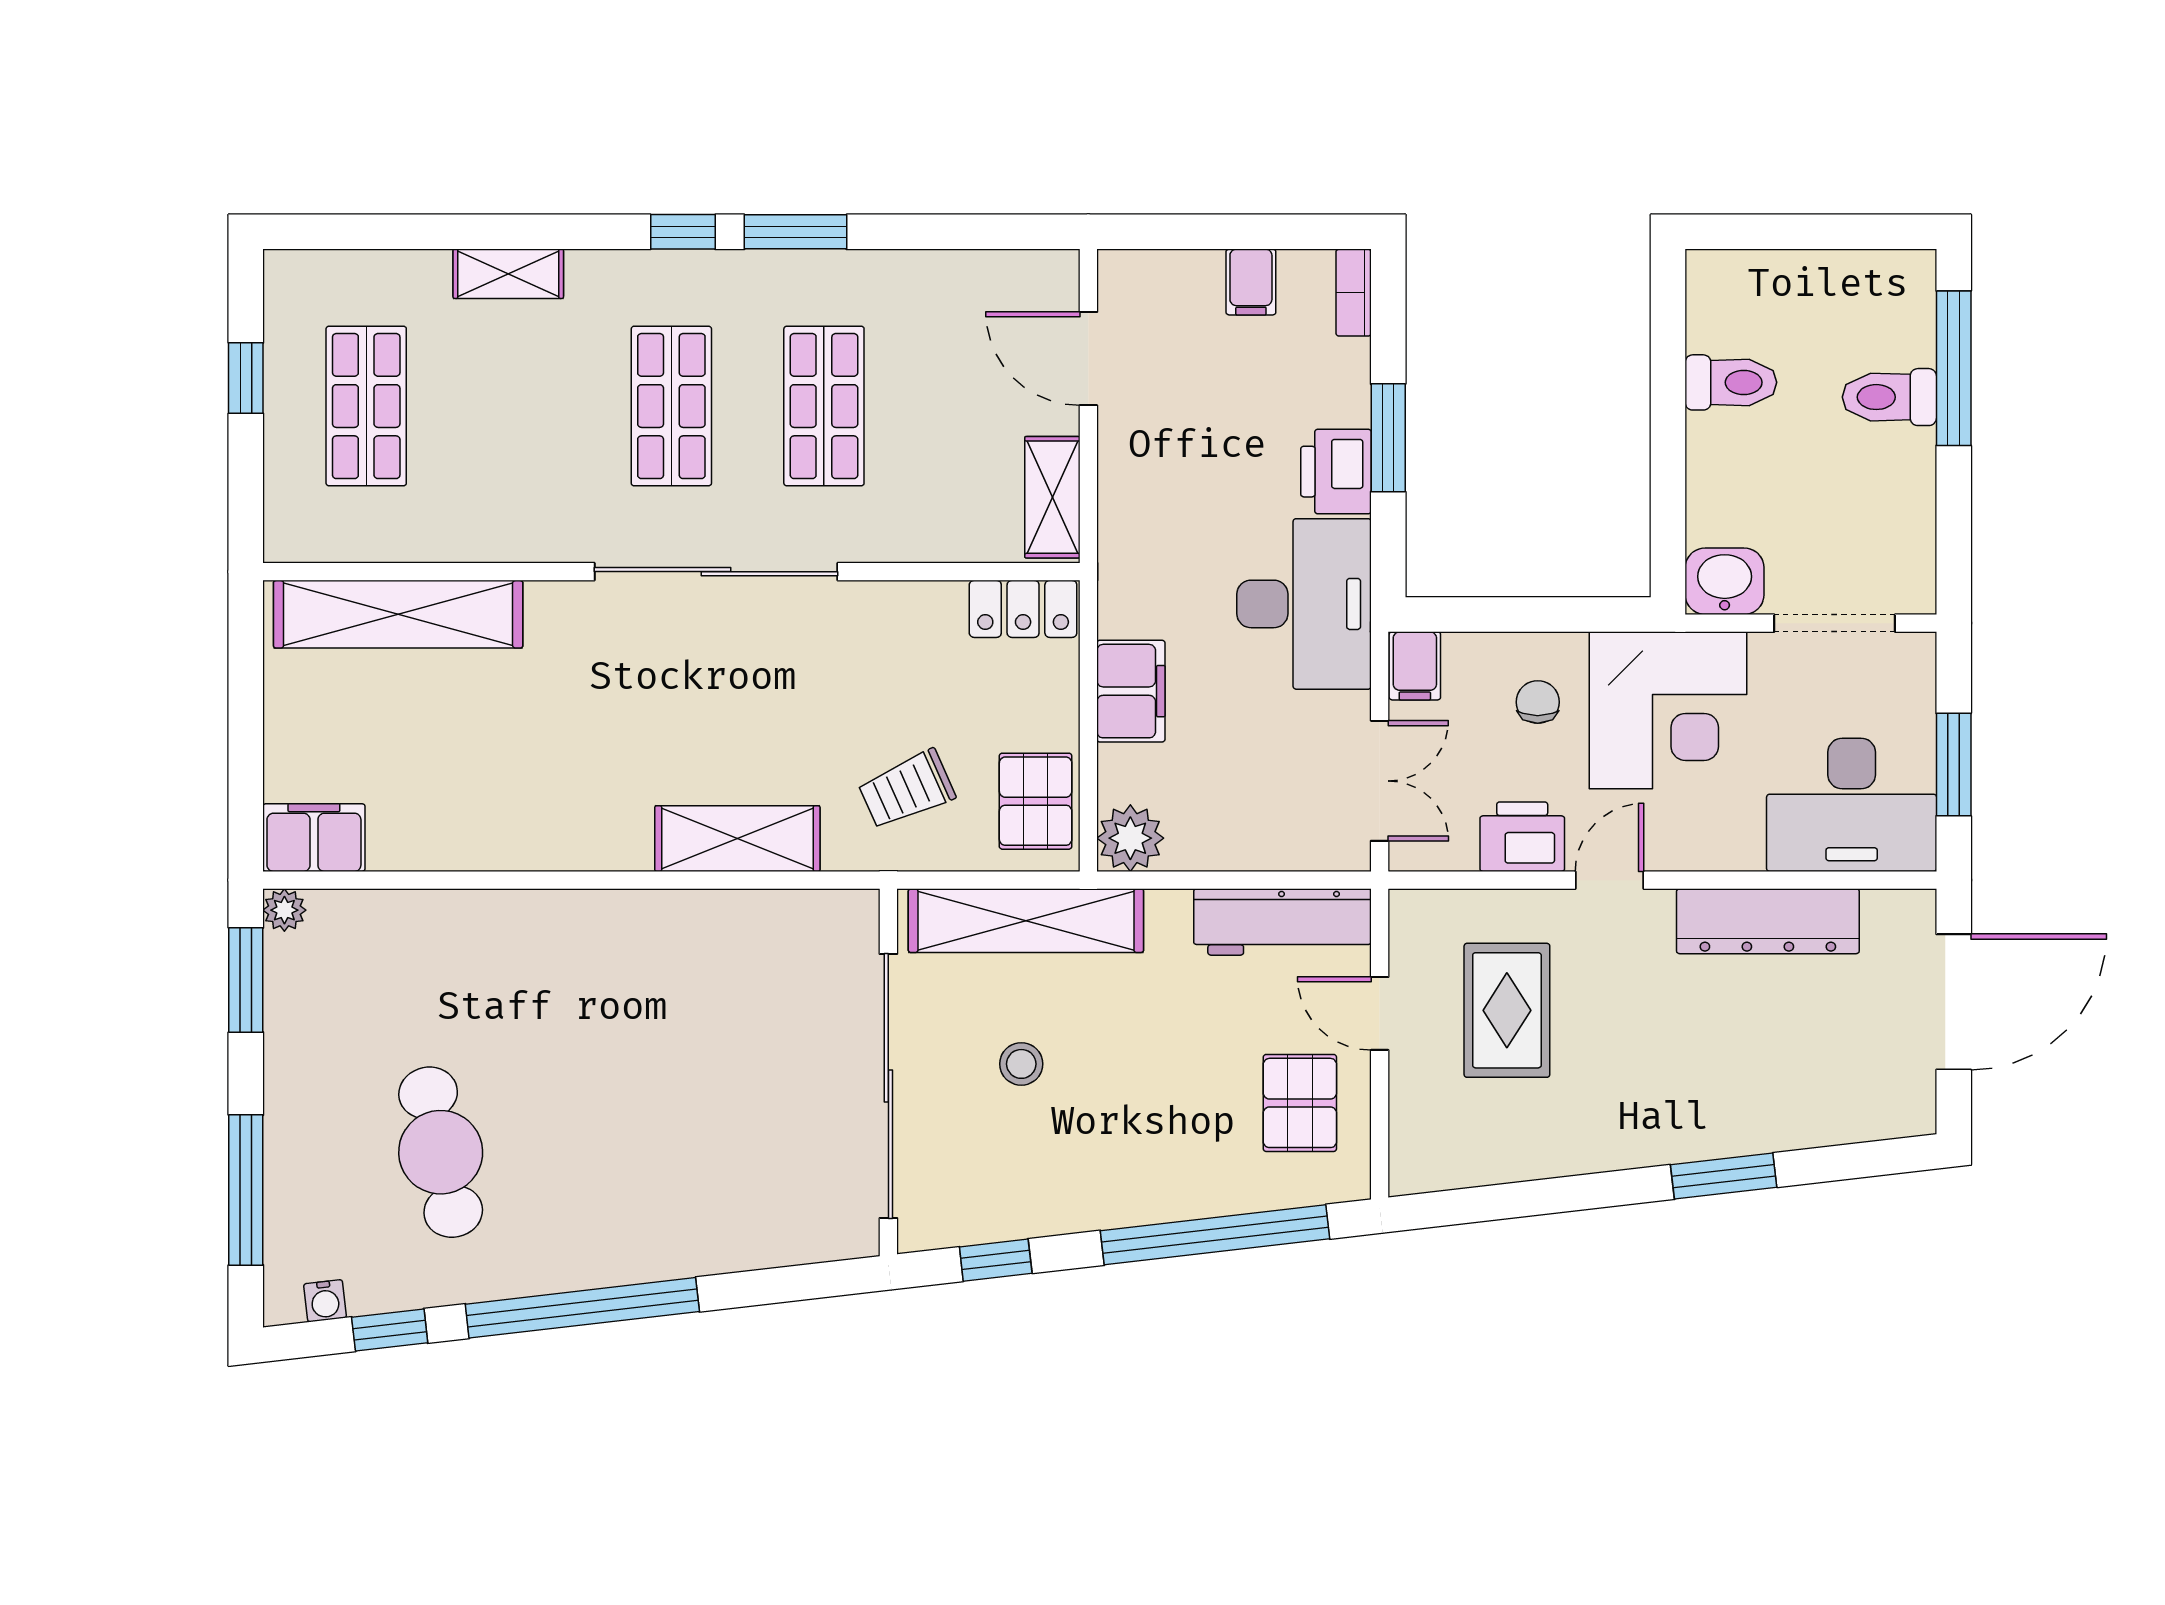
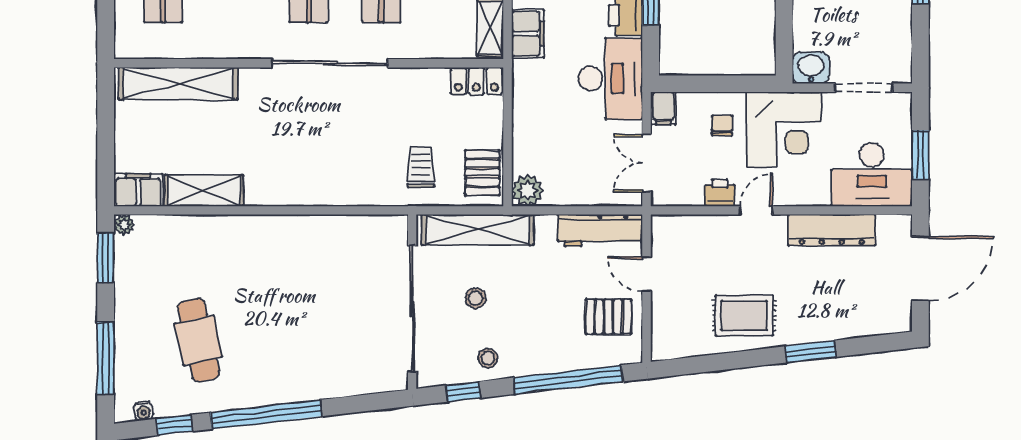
filing cabinet: (1131, 691) -> (528, 34), moved
double door: (1380, 781) -> (646, 163), swing flipped
trolley: (907, 790) -> (421, 167), turned 114
printer: (1522, 837) -> (720, 193), width x0.73, depth x0.81
shelving: (737, 839) -> (204, 191), moved
rug: (1507, 1010) -> (744, 316), moved, turned 90
pallet: (1300, 1103) -> (608, 317), turned 90
stool: (1047, 1190) -> (488, 358), added

